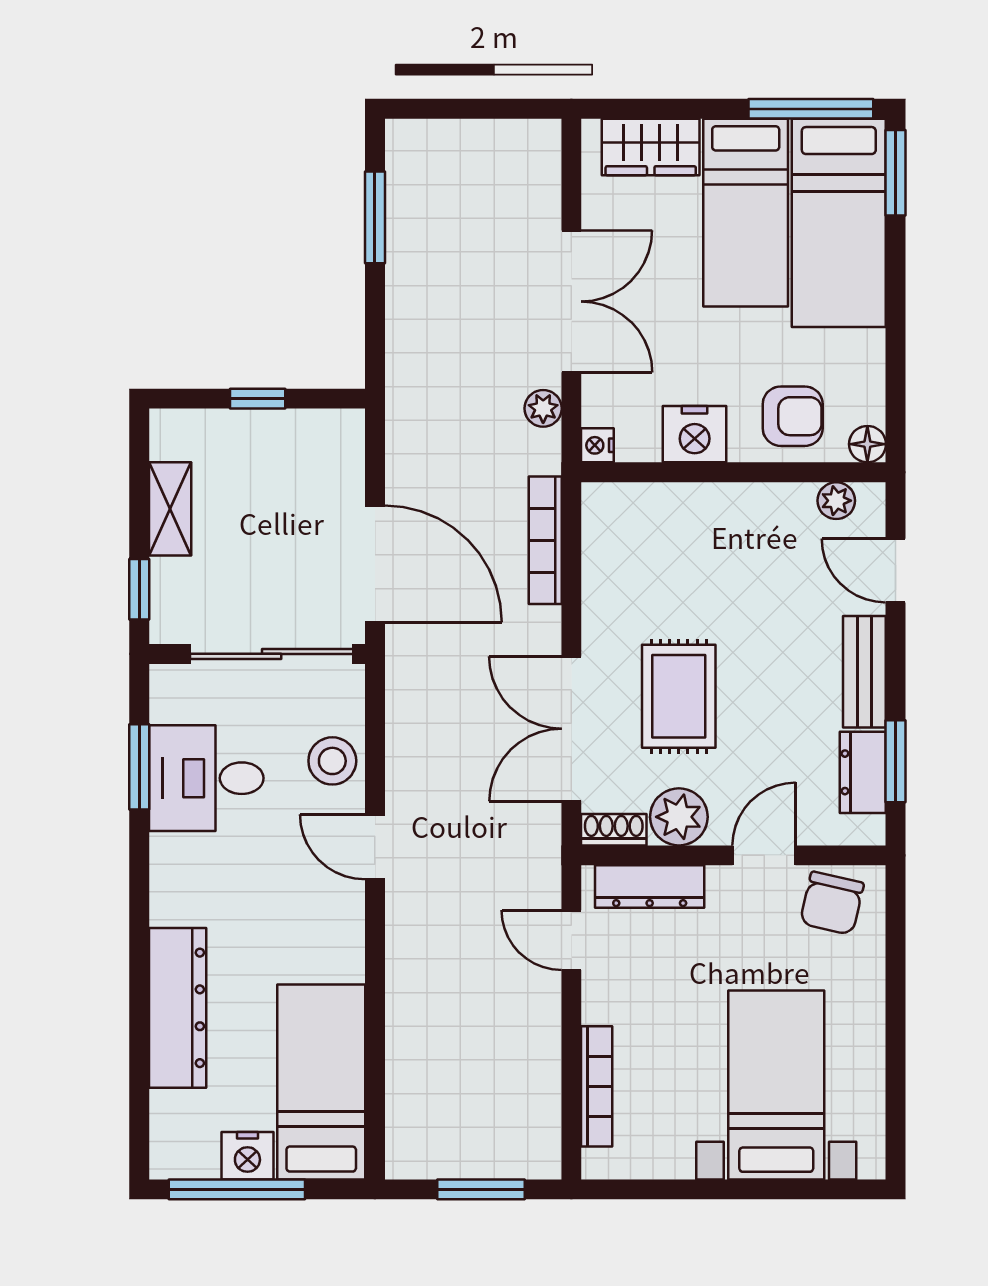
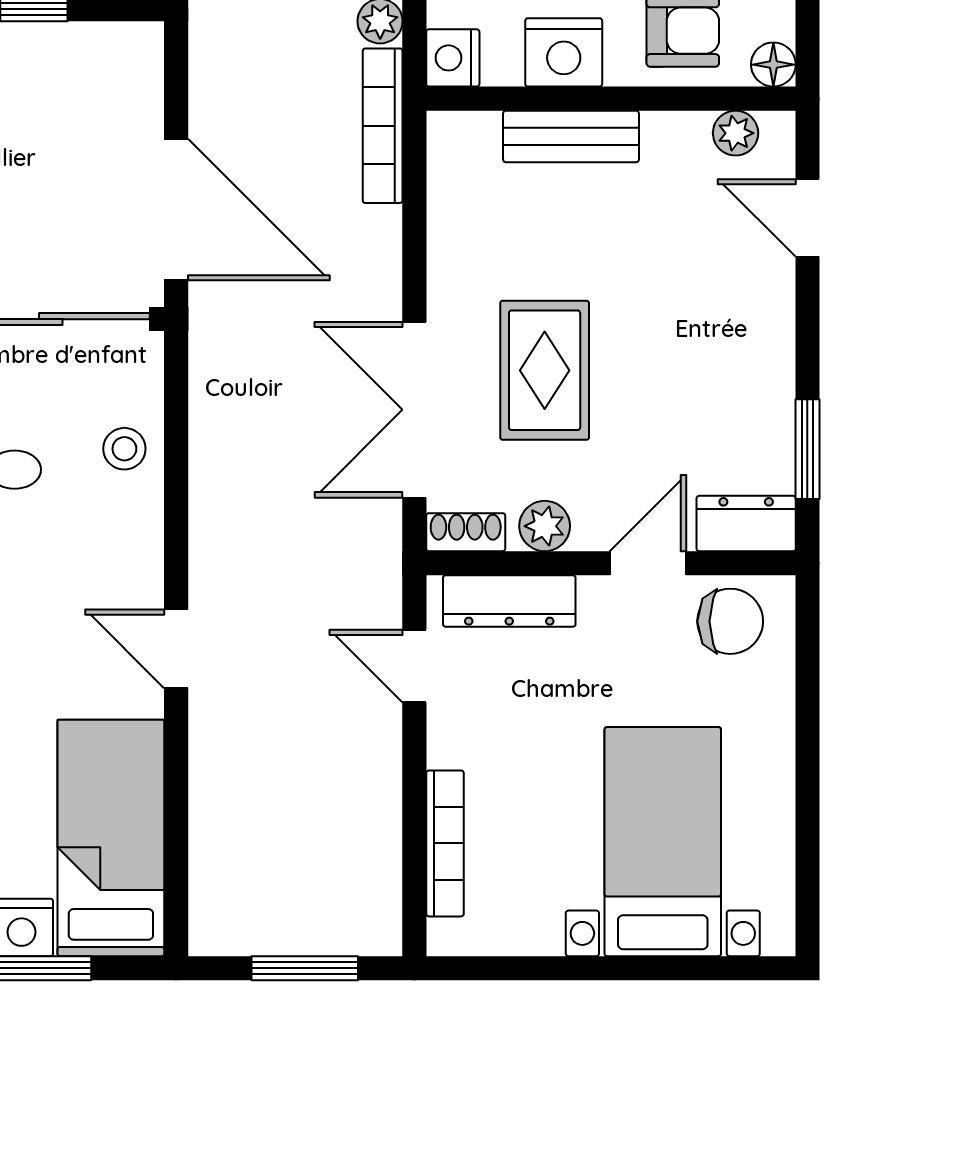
nightstand: (597, 445) -> (453, 58), width x1.39, depth x1.35
bookcase: (545, 540) -> (383, 126), moved
bench: (864, 672) -> (571, 136), moved, turned 90
stool: (332, 761) -> (124, 449), width x0.73, depth x0.73
dresser: (863, 772) -> (746, 524), moved, turned 90
plant: (679, 817) -> (545, 526), width x0.73, depth x0.73
door: (375, 847) -> (176, 649), moved
chair: (832, 903) -> (730, 621), turned -103

